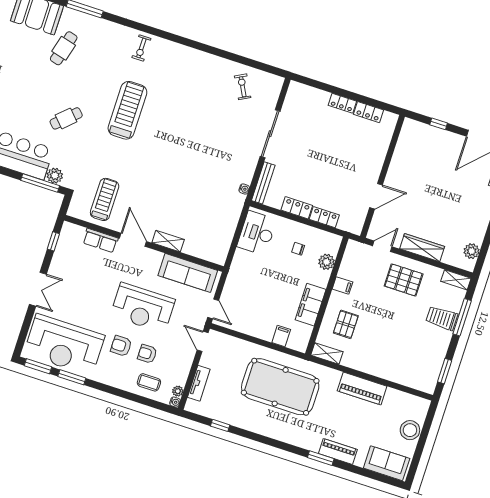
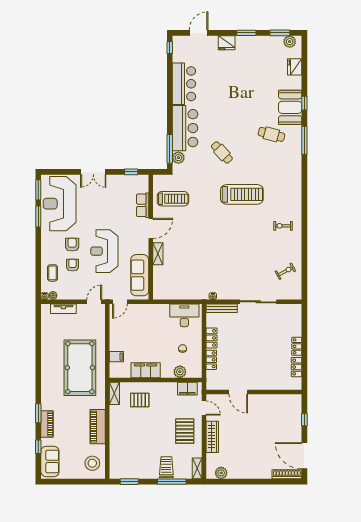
exercise bike: (141, 48) -> (283, 226), moved
filing cabinet: (342, 285) -> (187, 389), moved, width x2.00
window: (220, 425) -> (38, 447), moved
stool: (410, 430) -> (92, 463), moved

